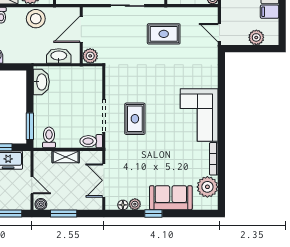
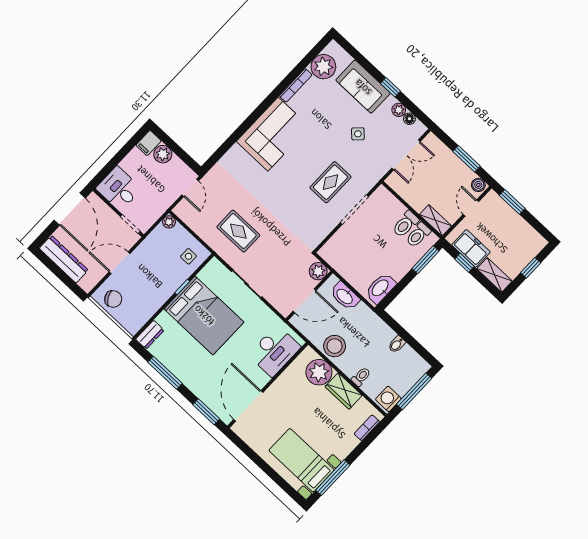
filing cabinet: (270, 12) -> (149, 143), moved, turned 90
toilet: (91, 141) -> (406, 224), moved, turned 90
shelving: (66, 157) -> (435, 220), moved
side table: (146, 165) -> (358, 134), added

